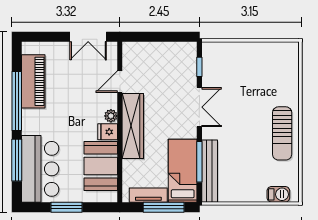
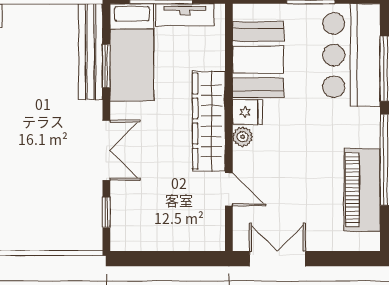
door: (120, 82) -> (229, 189), hinge flipped
double door: (199, 107) -> (106, 150), swing flipped
window: (199, 162) -> (106, 66), width x0.69

